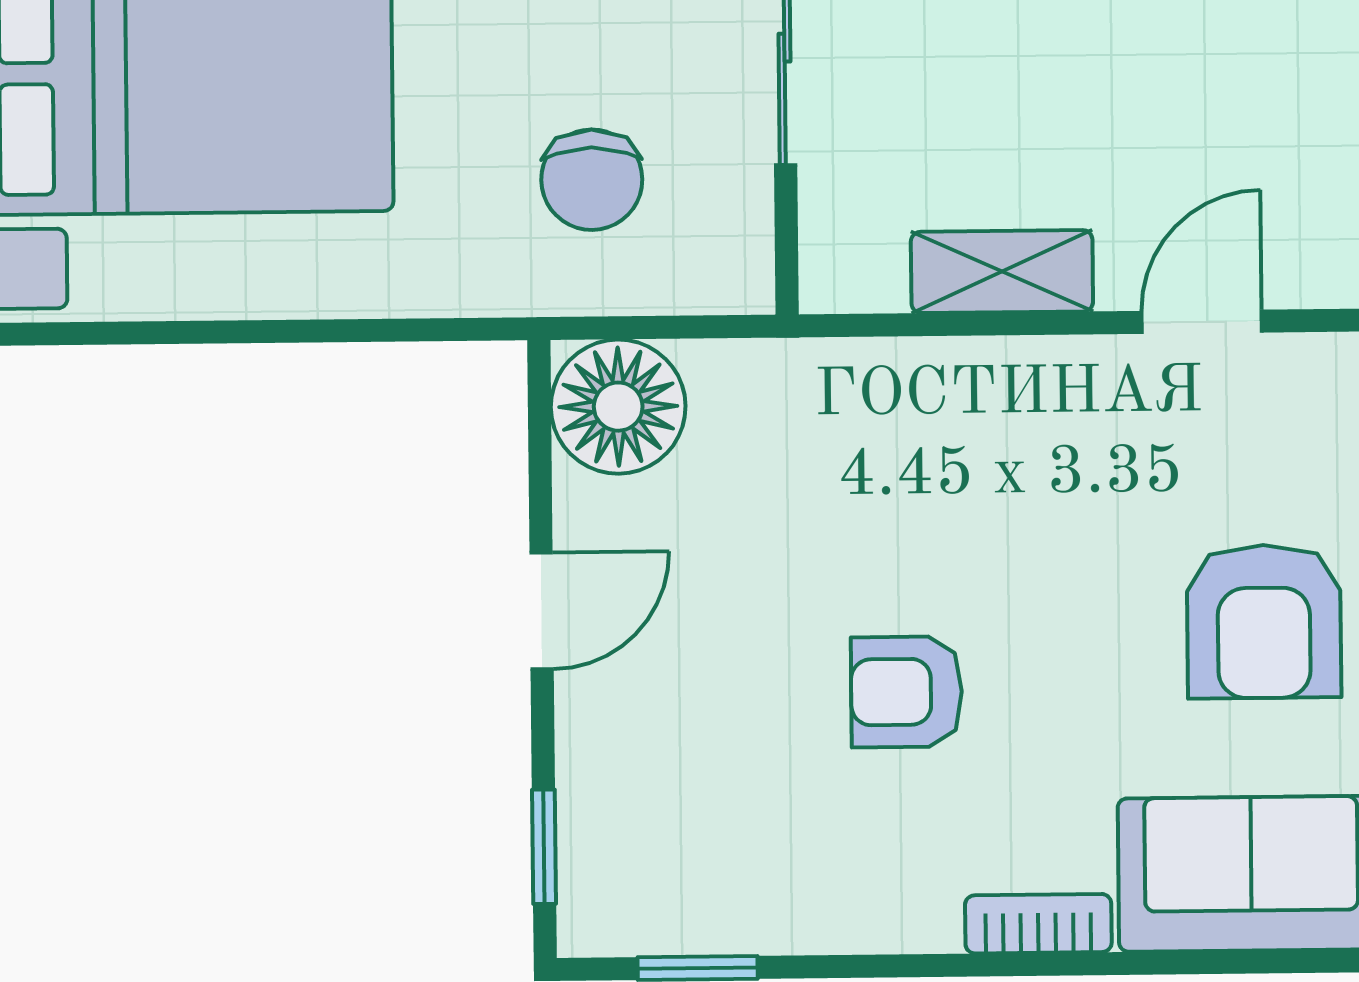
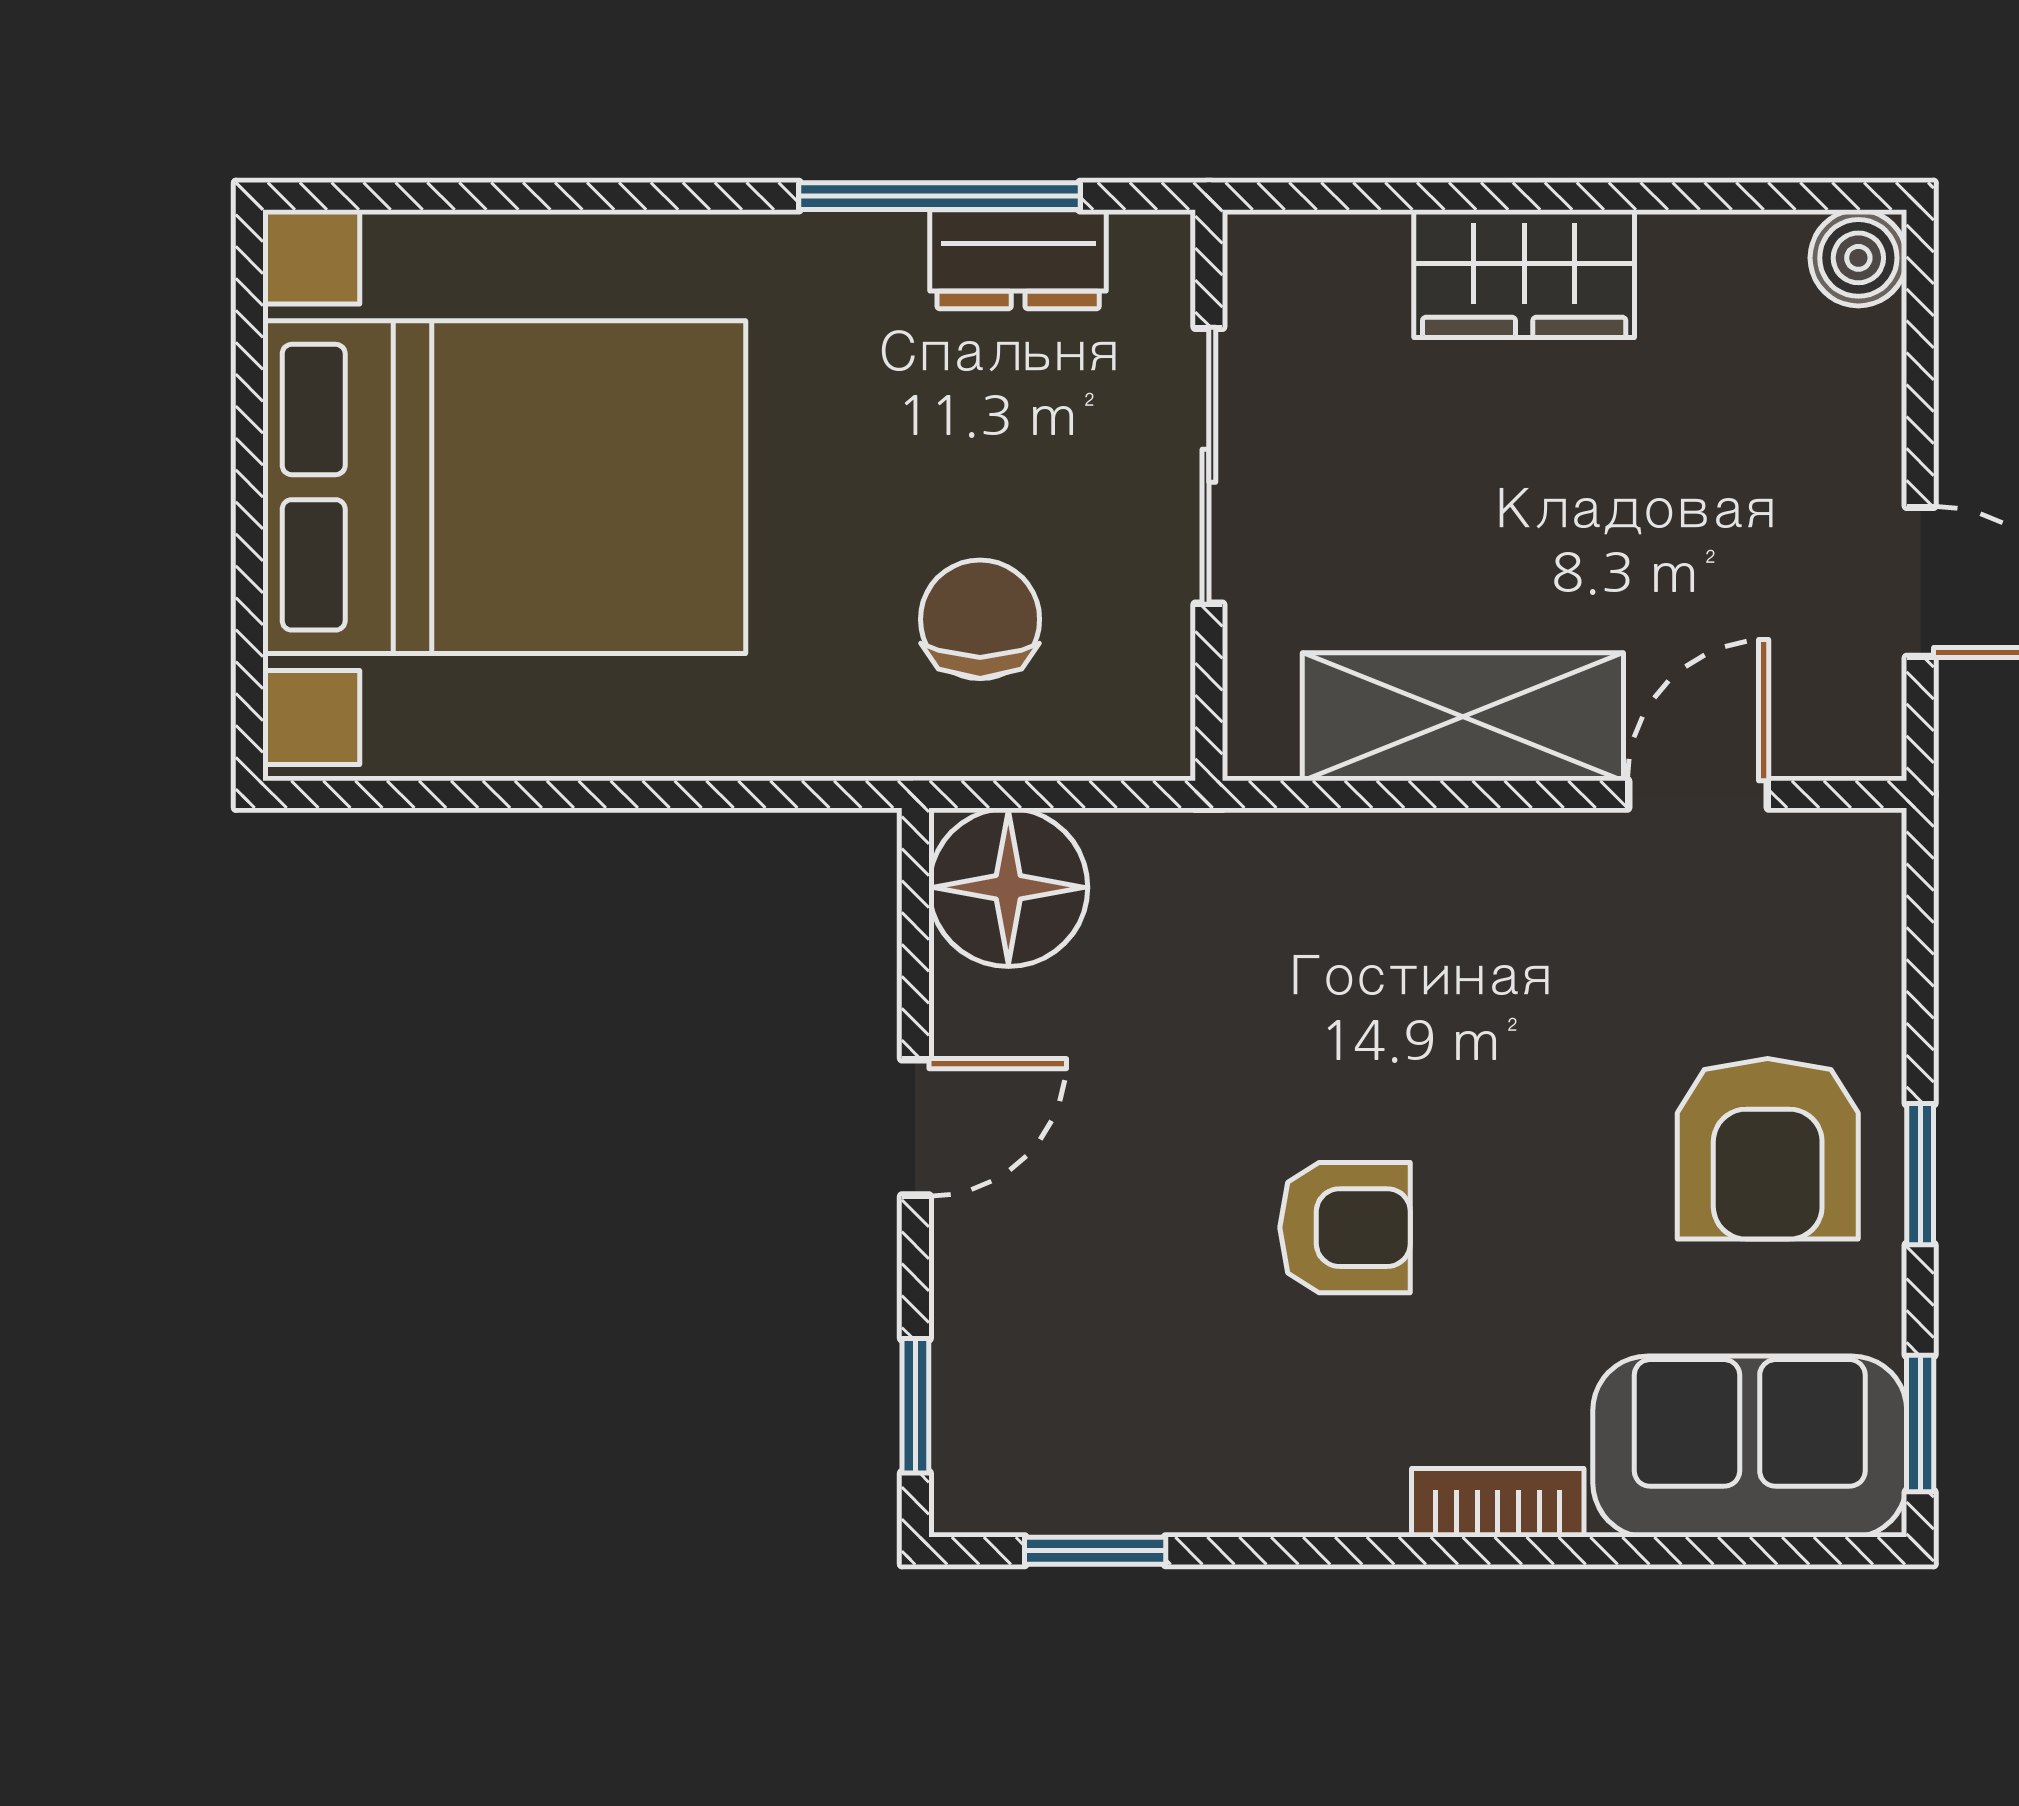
chair: (592, 180) -> (980, 619), turned 180
shelving: (1002, 272) -> (1463, 717), width x1.50, depth x1.33
armchair: (907, 692) -> (1345, 1228), turned 180

